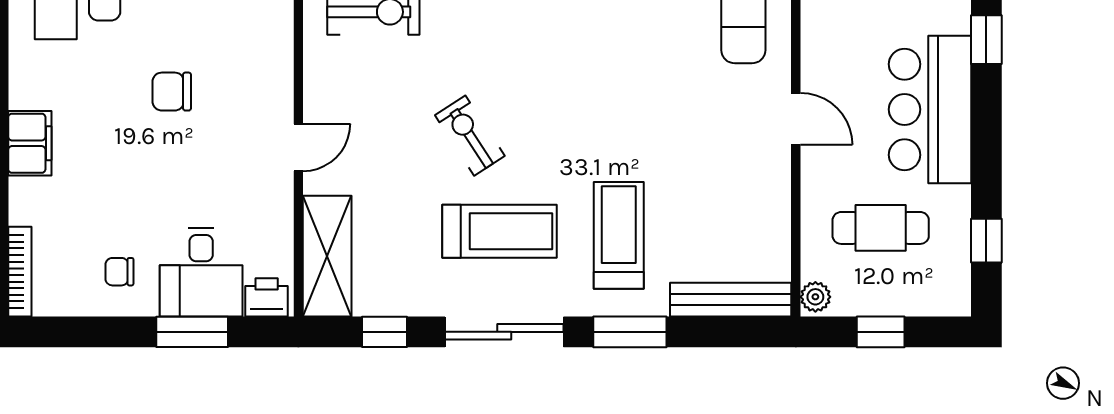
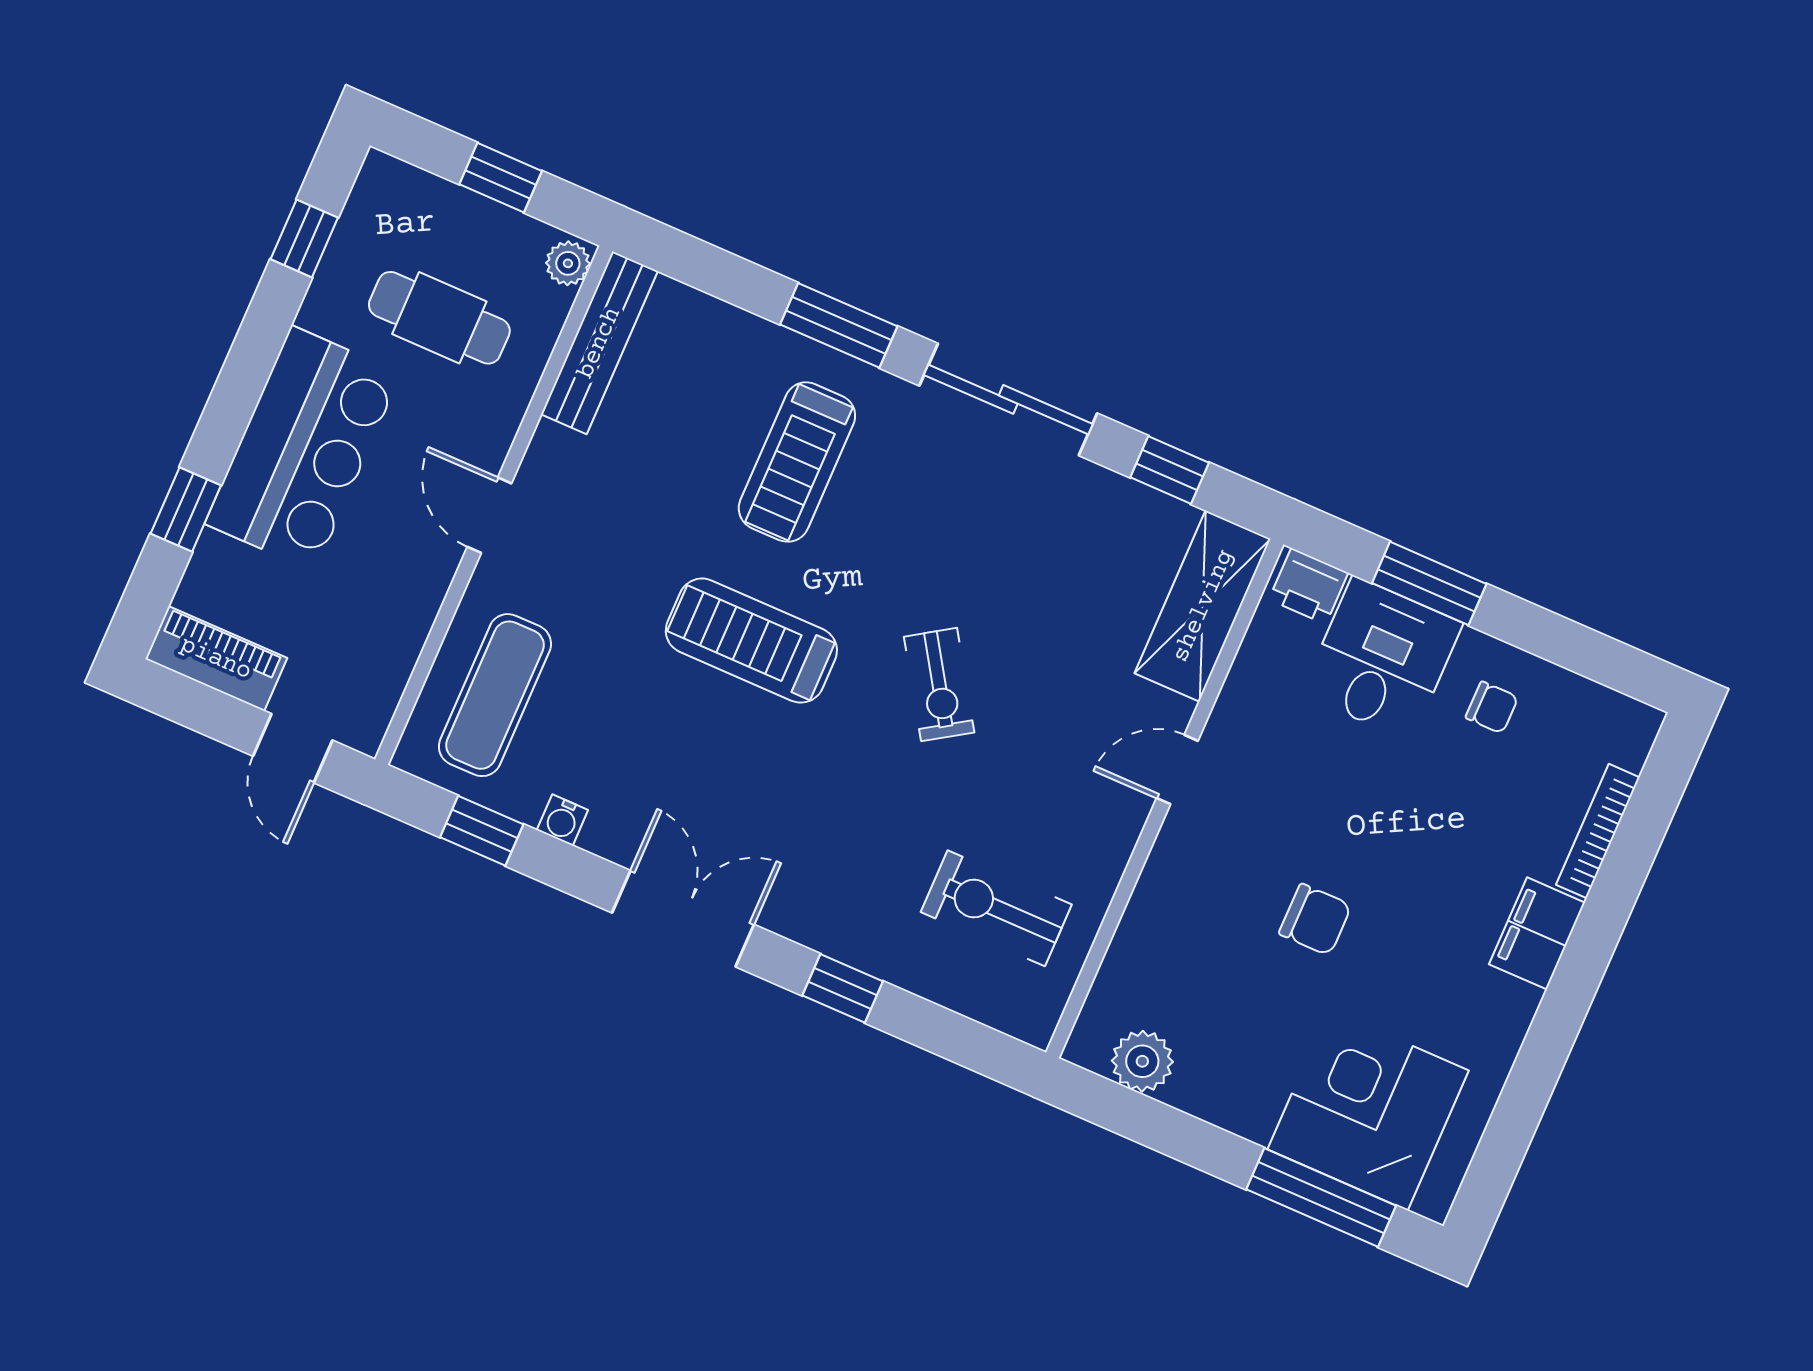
treadmill: (500, 231) -> (751, 641), moved
bookcase: (20, 272) -> (1598, 831), moved
bench: (731, 300) -> (599, 343), moved, turned 90

